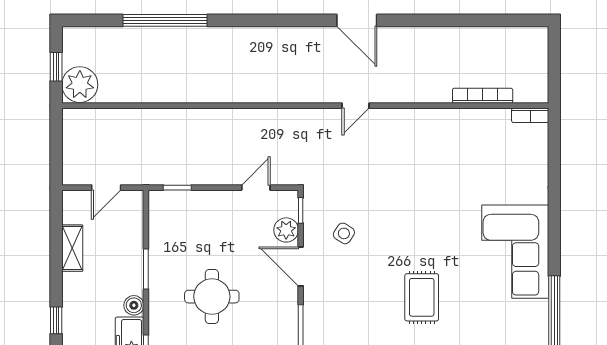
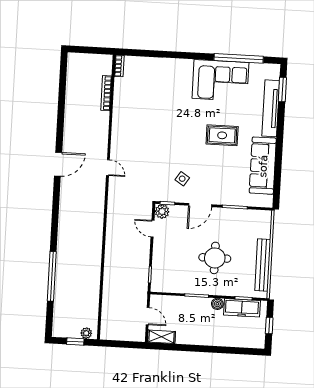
plant: (80, 85) -> (86, 333), width x0.53, depth x0.53
plant: (286, 230) -> (162, 211), moved
shelving: (72, 248) -> (161, 337), moved
corner sofa: (515, 252) -> (220, 80), moved
window: (56, 320) -> (224, 350), removed

